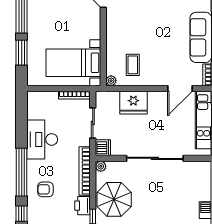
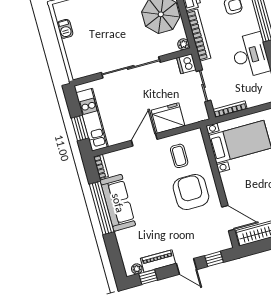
armchair: (131, 29) -> (191, 192), added
plant: (111, 81) -> (197, 134), removed
door: (180, 88) -> (144, 140), moved

